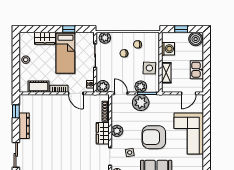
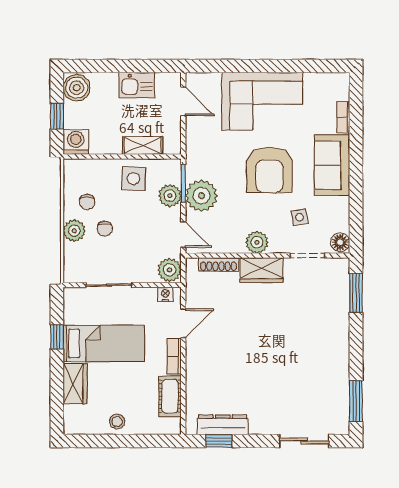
plant: (105, 38) -> (74, 231), moved
washing machine: (168, 49) -> (76, 142), moved
door: (121, 93) -> (183, 235), swing flipped
dresser: (24, 126) -> (223, 425), moved

